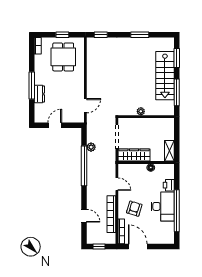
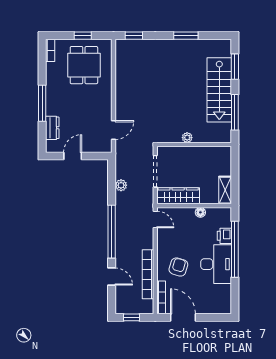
dresser: (39, 94) -> (52, 128), moved
window: (84, 166) -> (112, 232), moved
door: (117, 184) -> (155, 219), moved
window: (177, 211) -> (235, 249), moved

